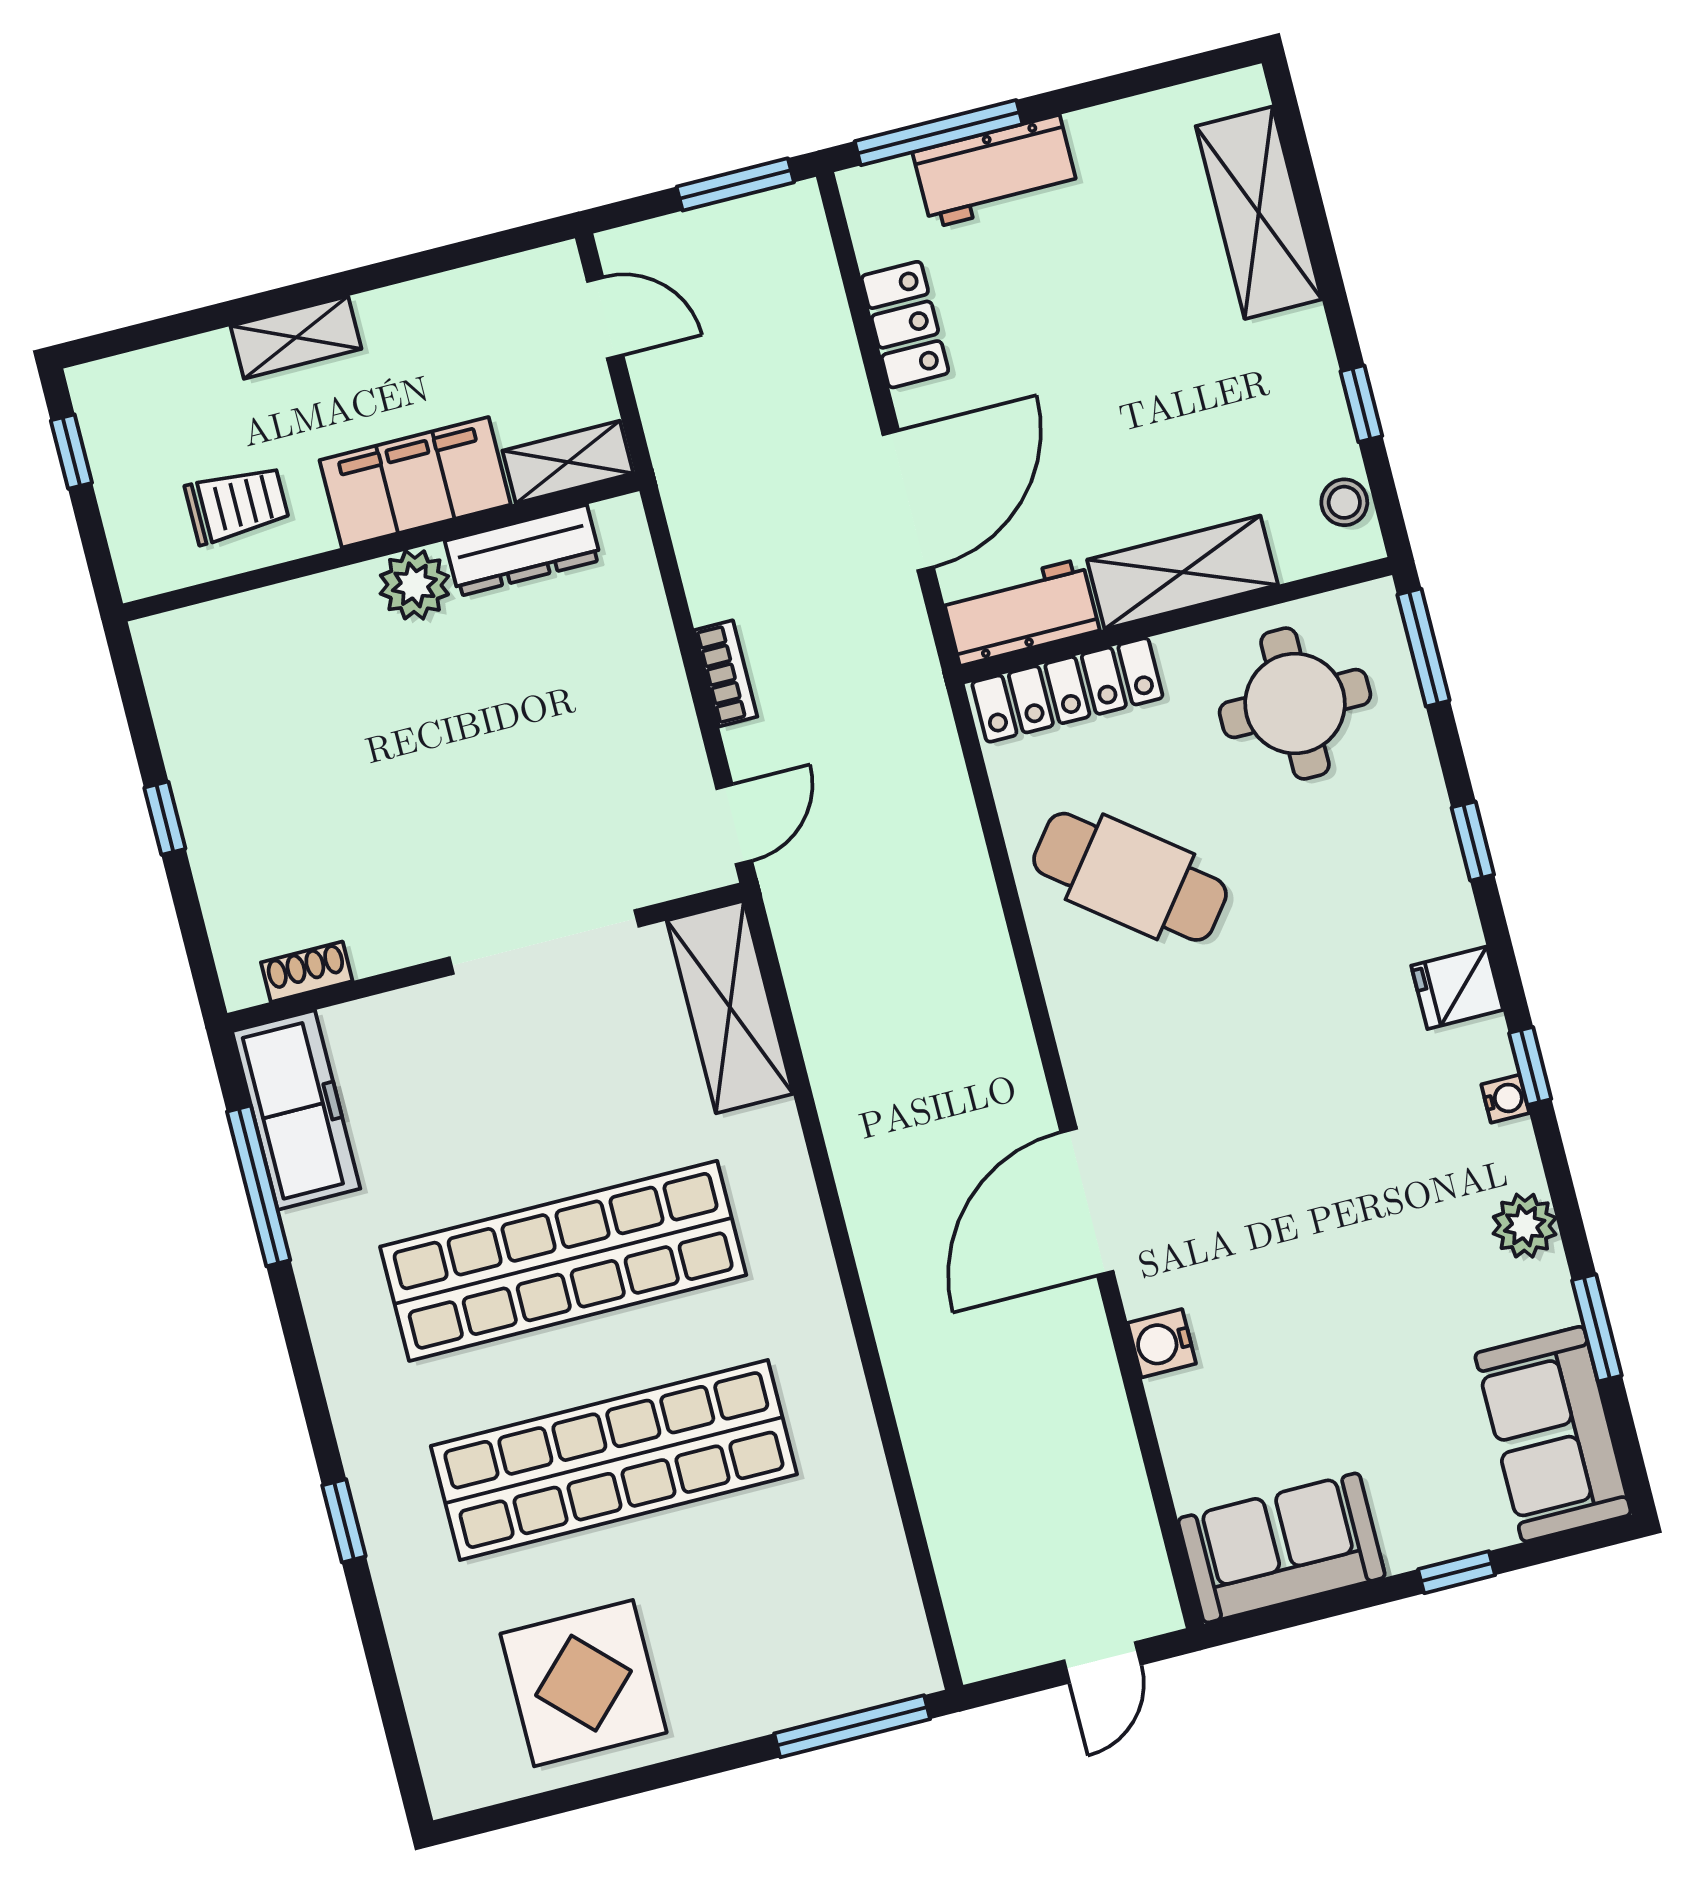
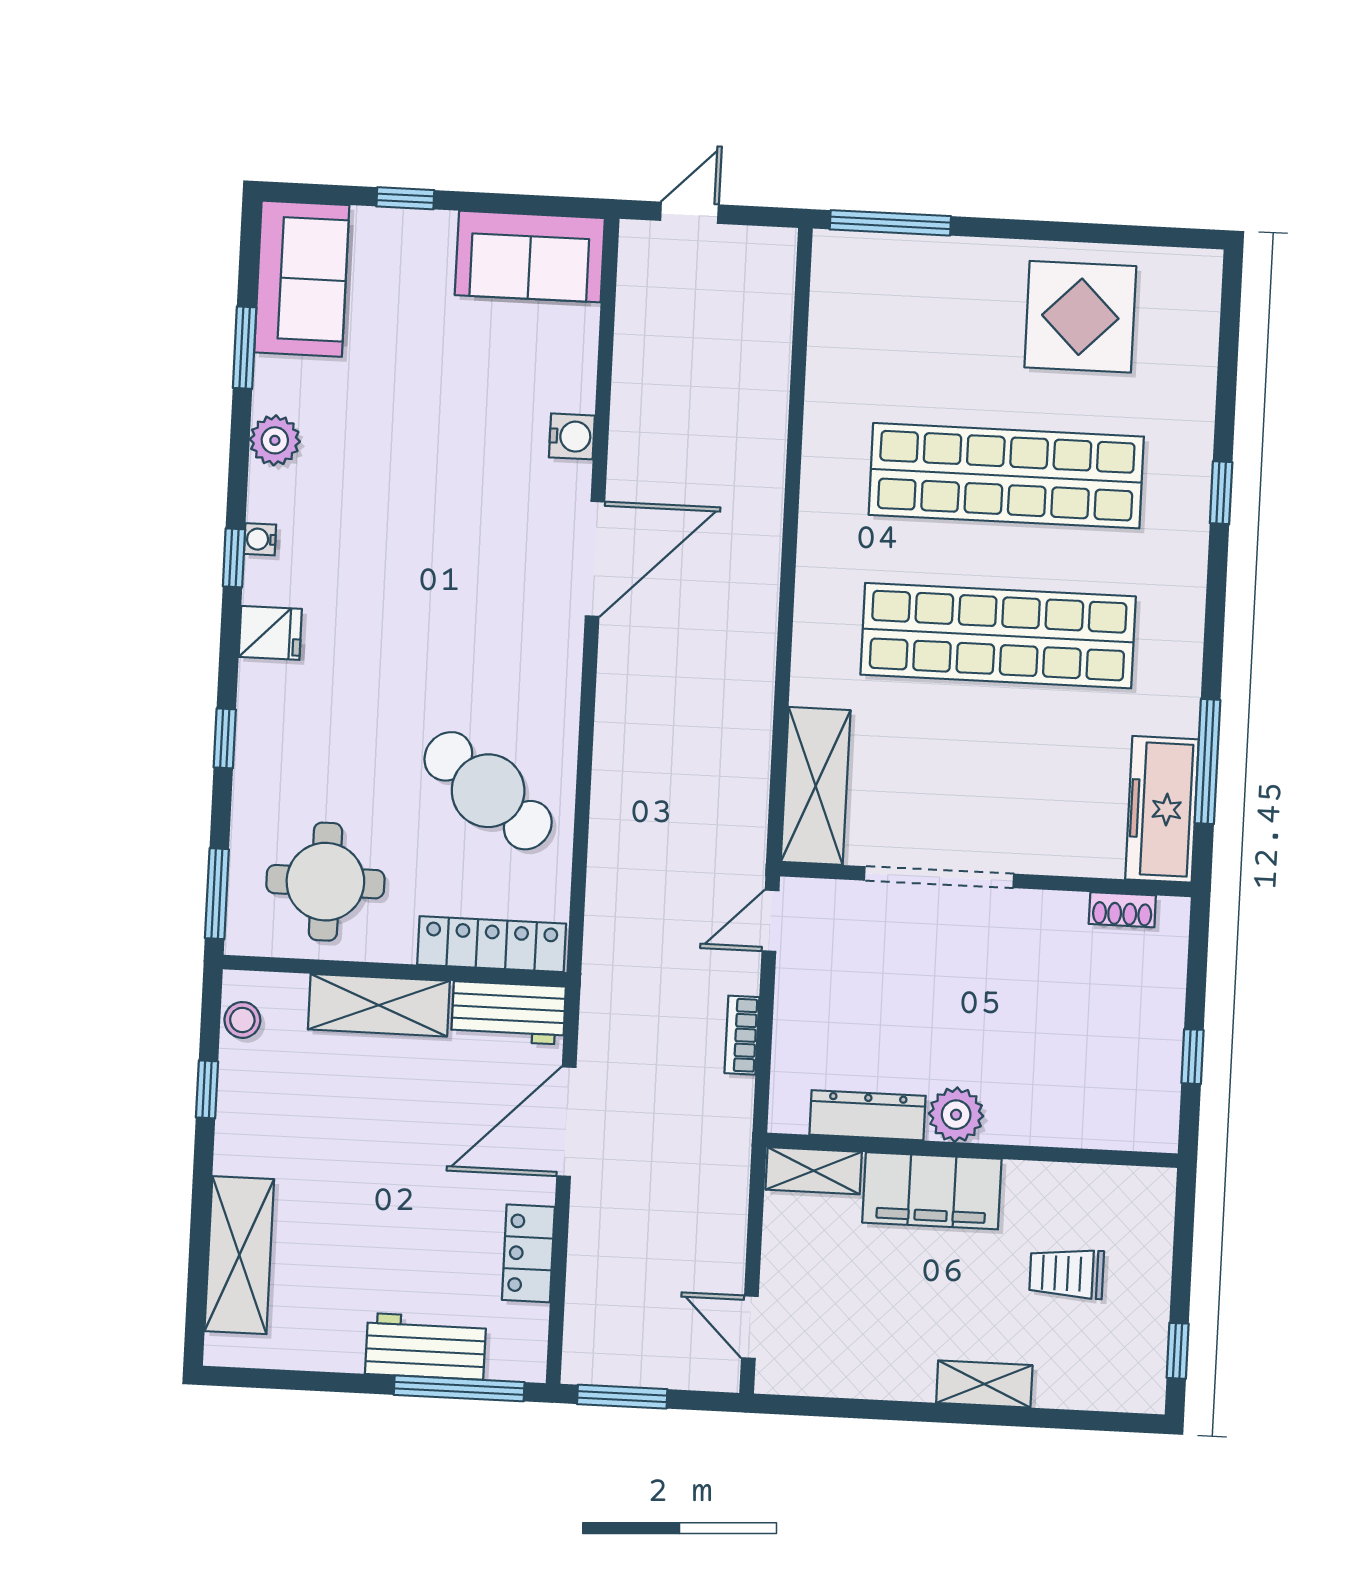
shelving: (568, 462) -> (814, 1171), moved
filing cabinet: (415, 482) -> (932, 1191), moved
wall: (381, 547) -> (972, 1150), moved
dresser: (523, 550) -> (867, 1115), moved
plant: (414, 585) -> (956, 1115), moved

